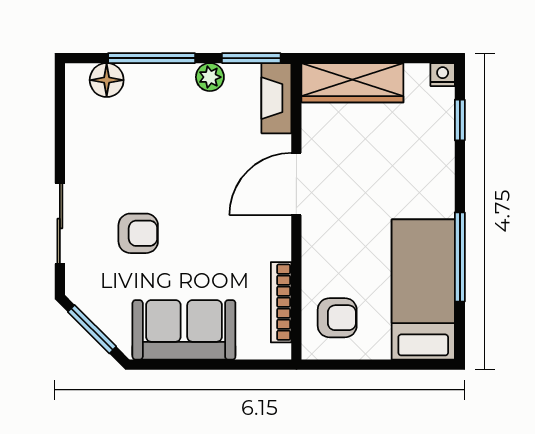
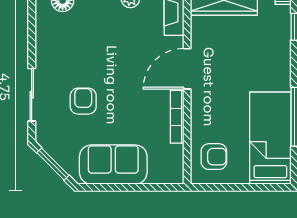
armchair: (138, 233) -> (83, 101), turned -90
bookcase: (281, 302) -> (177, 117), moved

